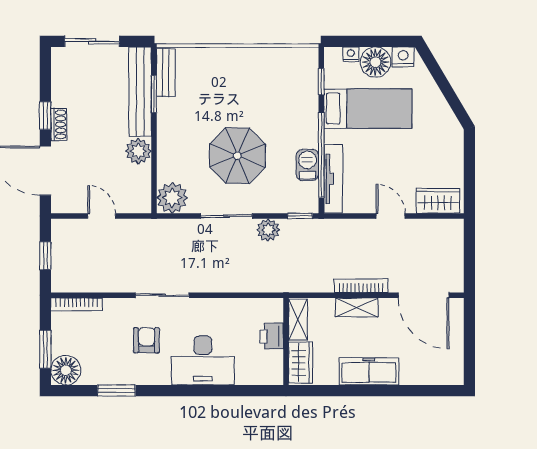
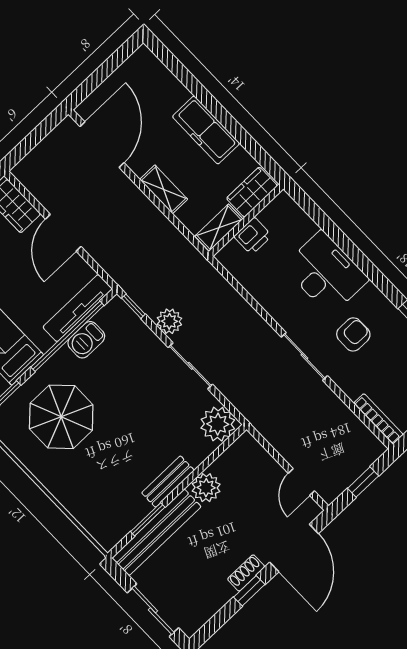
bench: (166, 73) -> (168, 482), moved
parasol: (237, 156) -> (61, 417), moved
door: (102, 216) -> (301, 482), moved
door: (391, 216) -> (63, 233), width x1.38
bookcase: (361, 286) -> (143, 203), removed
armchair: (146, 340) -> (353, 334), turned 180

